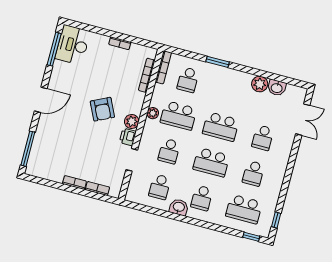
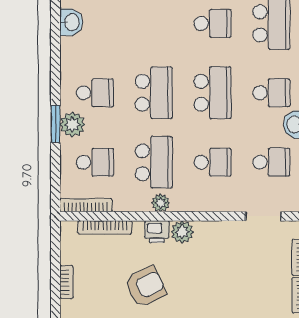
plant: (260, 84) -> (72, 125), moved
armchair: (102, 109) -> (146, 287), moved
printer: (128, 137) -> (157, 232), moved
school desk: (263, 138) -> (95, 93), moved
doorway: (132, 160) -> (263, 216), moved

